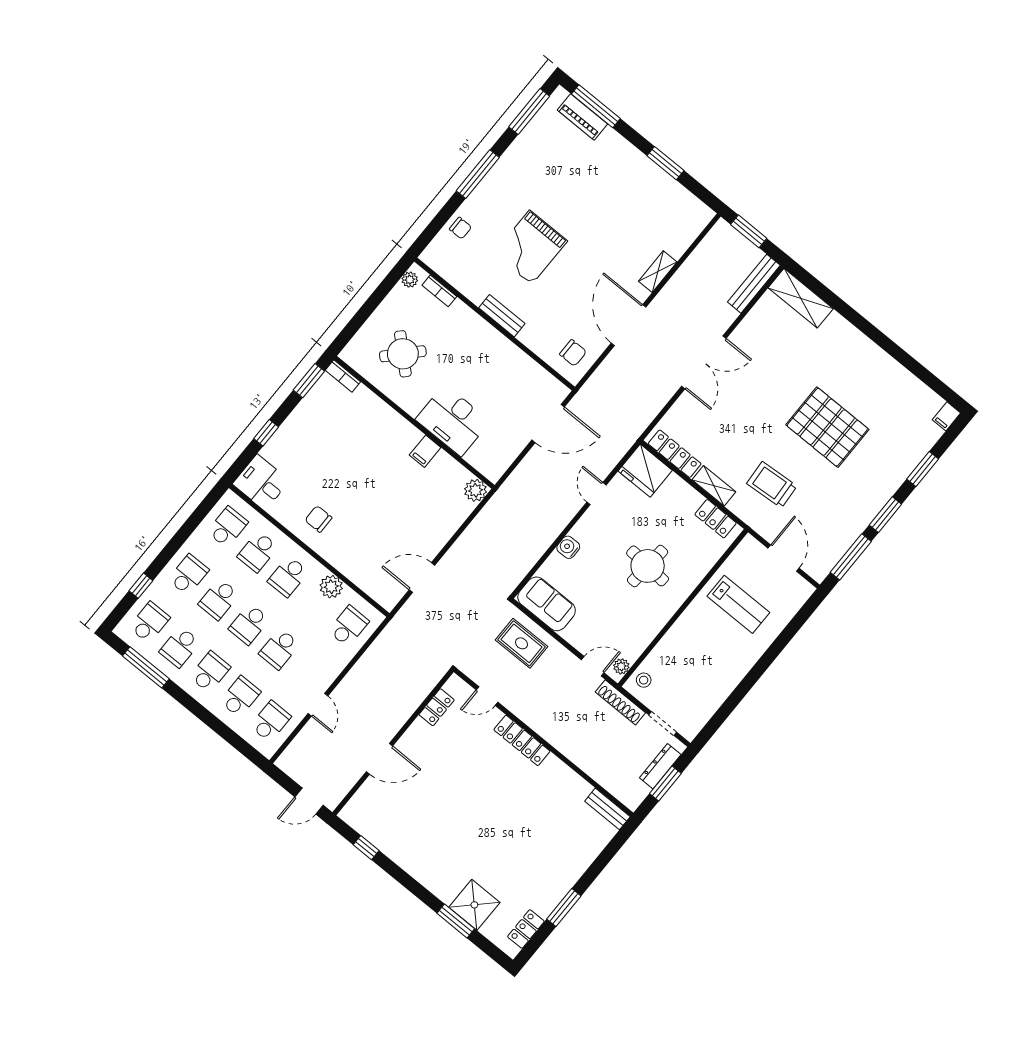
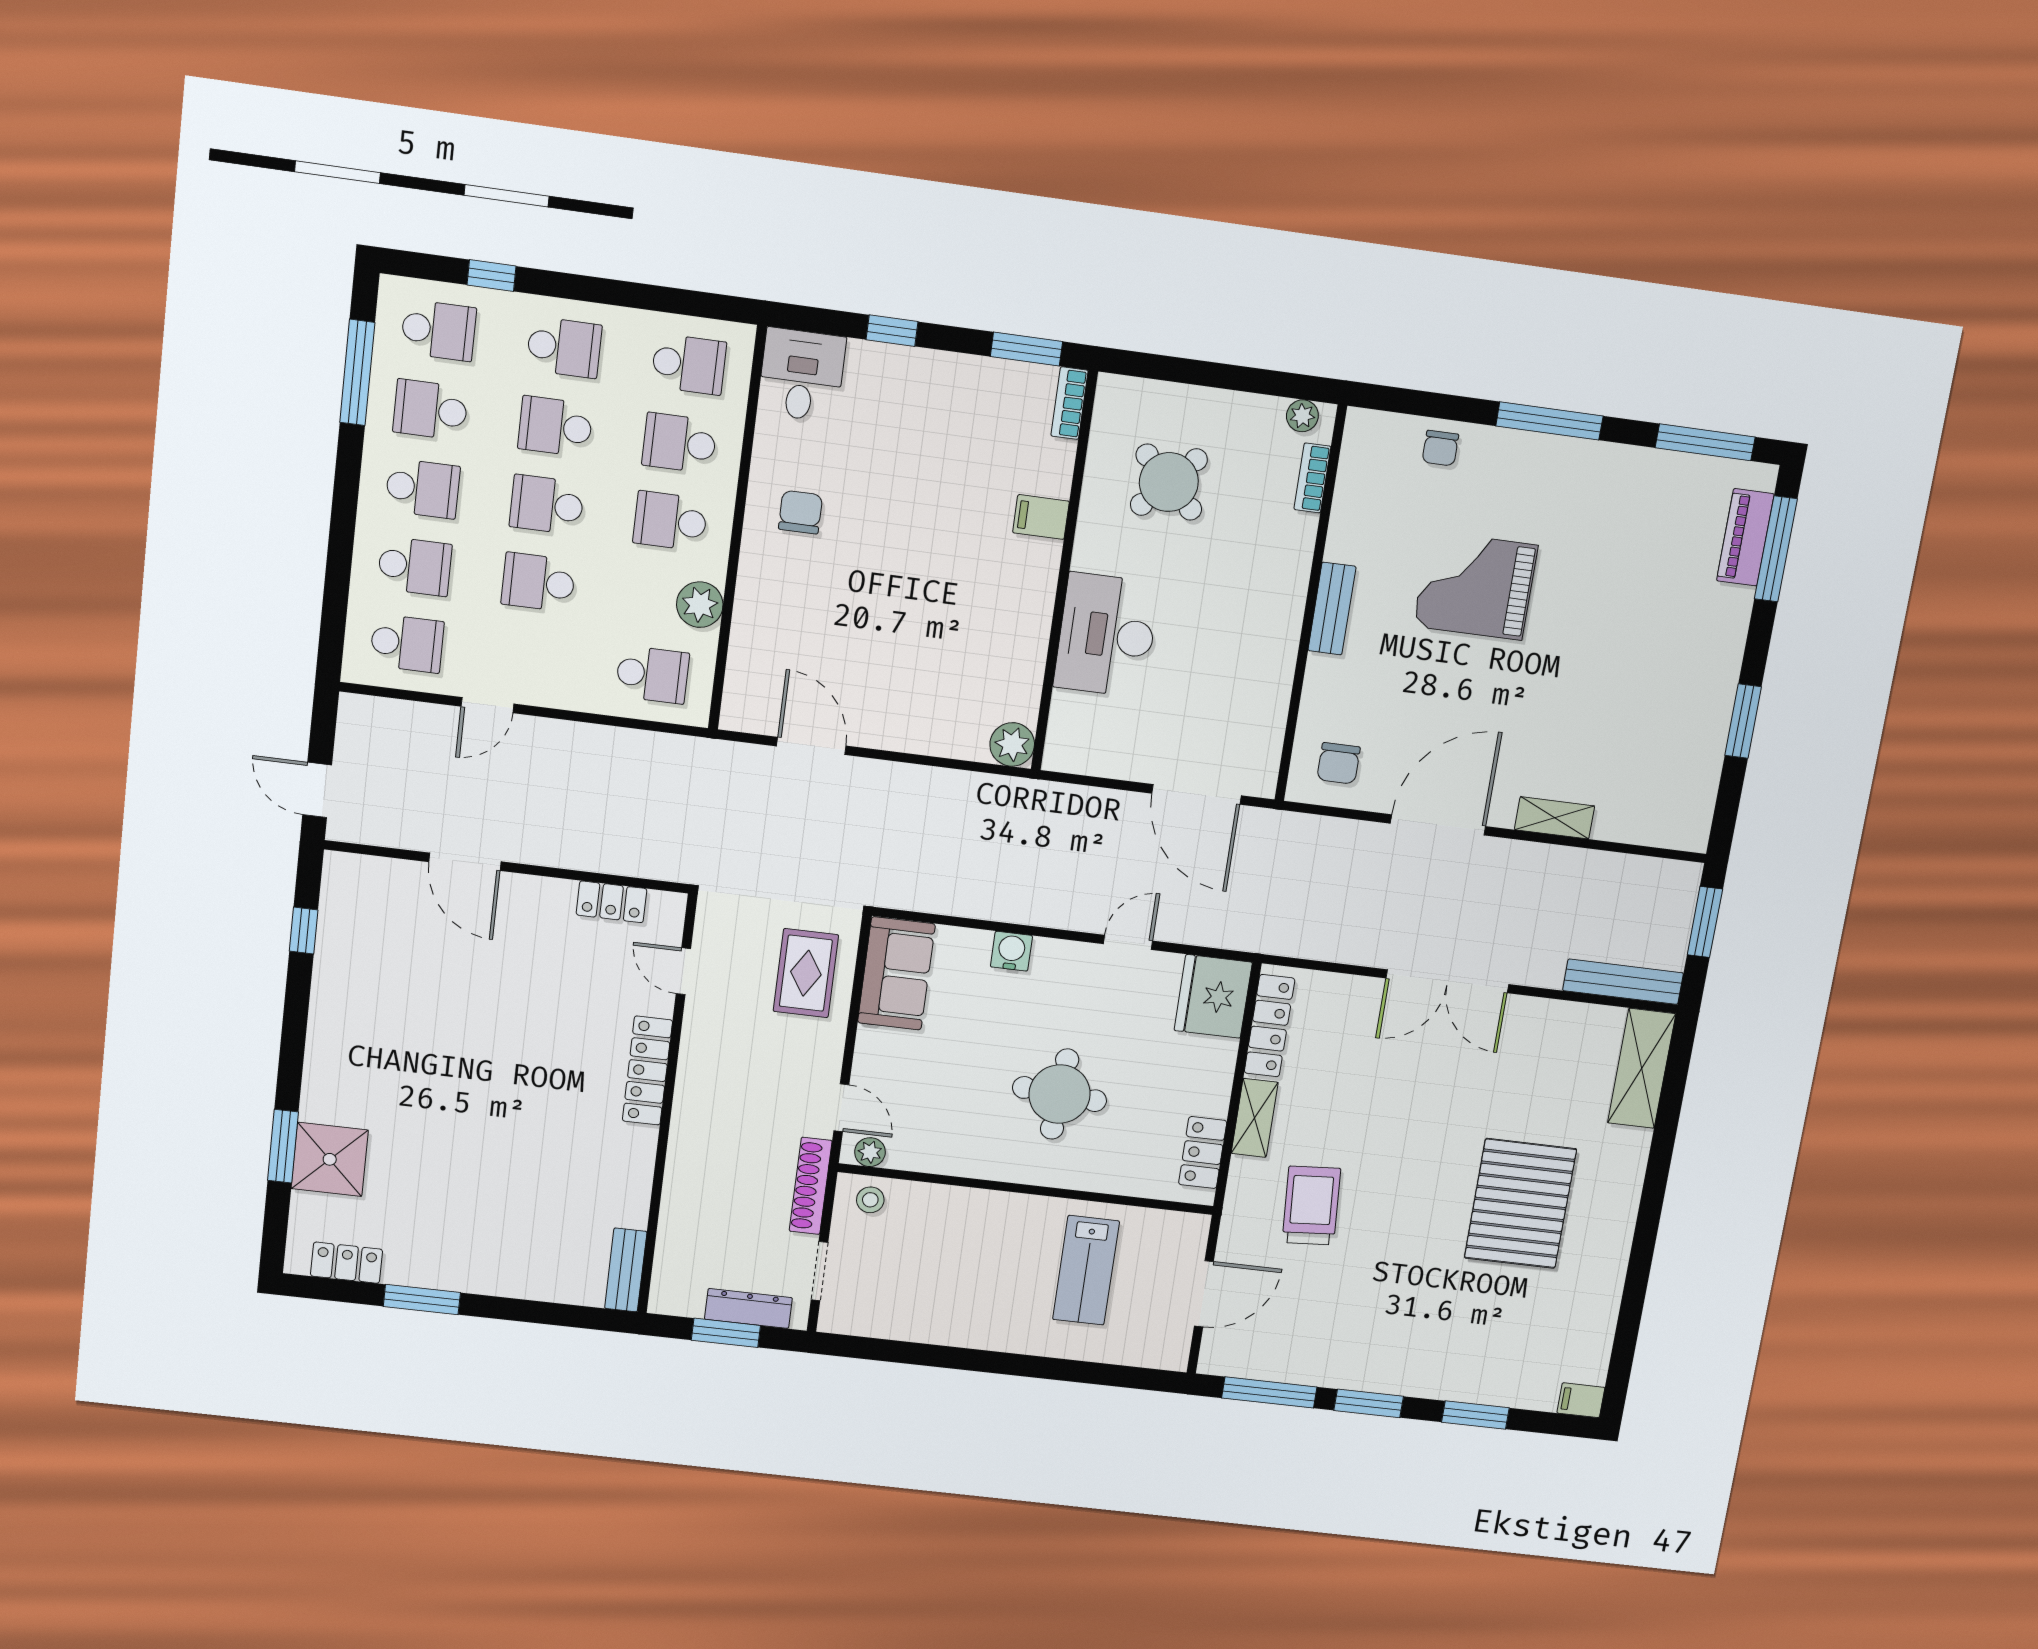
pallet: (827, 427) -> (1520, 1203), moved
filing cabinet: (425, 451) -> (1041, 517), moved

